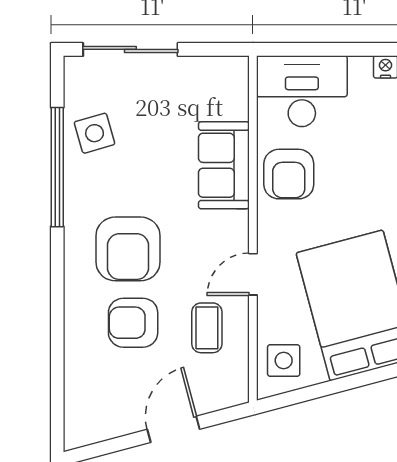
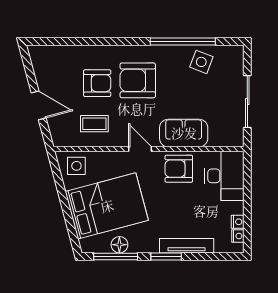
sliding door: (130, 49) -> (247, 101), moved
side table: (95, 133) -> (201, 62), turned 37
door: (253, 274) -> (140, 149), moved
armchair: (133, 323) -> (97, 83), turned 90

